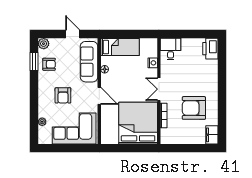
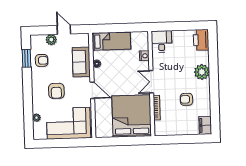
plant: (44, 44) -> (51, 40), moved
sofa: (89, 62) -> (81, 62), width x0.73
plant: (210, 81) -> (202, 72), added
armchair: (194, 108) -> (186, 99), width x0.53, depth x0.53

